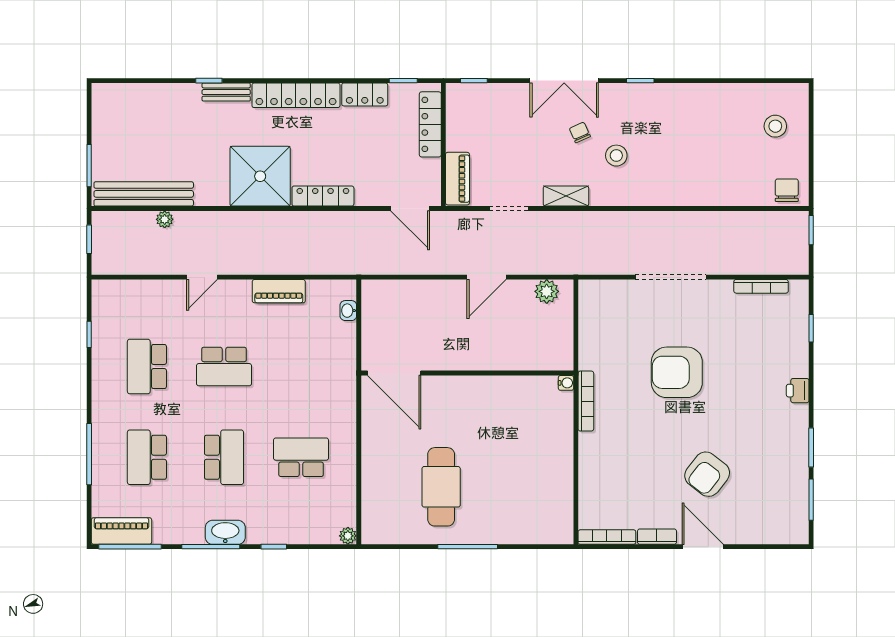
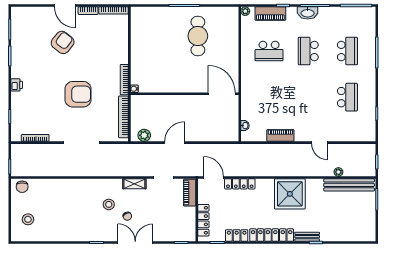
locker: (323, 196) -> (240, 184), moved
door: (202, 277) -> (319, 143), swing flipped
bookcase: (587, 328) -> (123, 117), added
school desk: (224, 367) -> (308, 97), removed
piano: (121, 531) -> (270, 14), moved

